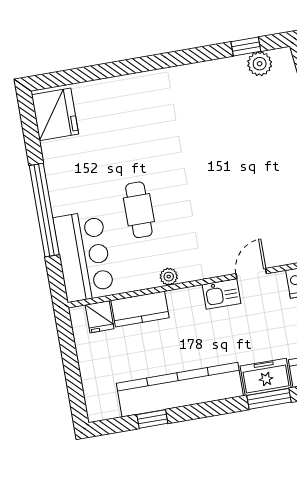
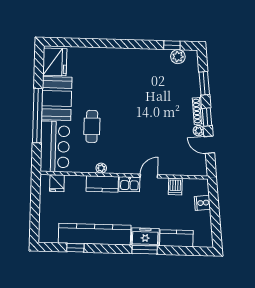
booth: (71, 175) -> (57, 99), added
kitchen counter: (140, 309) -> (102, 184), moved

